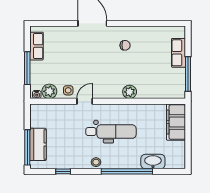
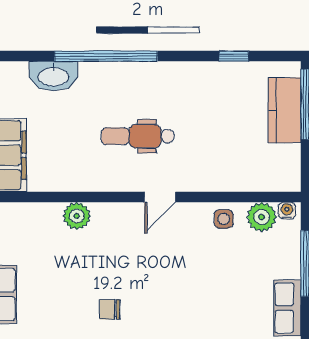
plant: (130, 92) -> (77, 216), moved
door: (85, 101) -> (160, 197), moved
dental chair: (111, 132) -> (138, 136), width x0.73, depth x0.72
stool: (96, 162) -> (168, 75), removed

